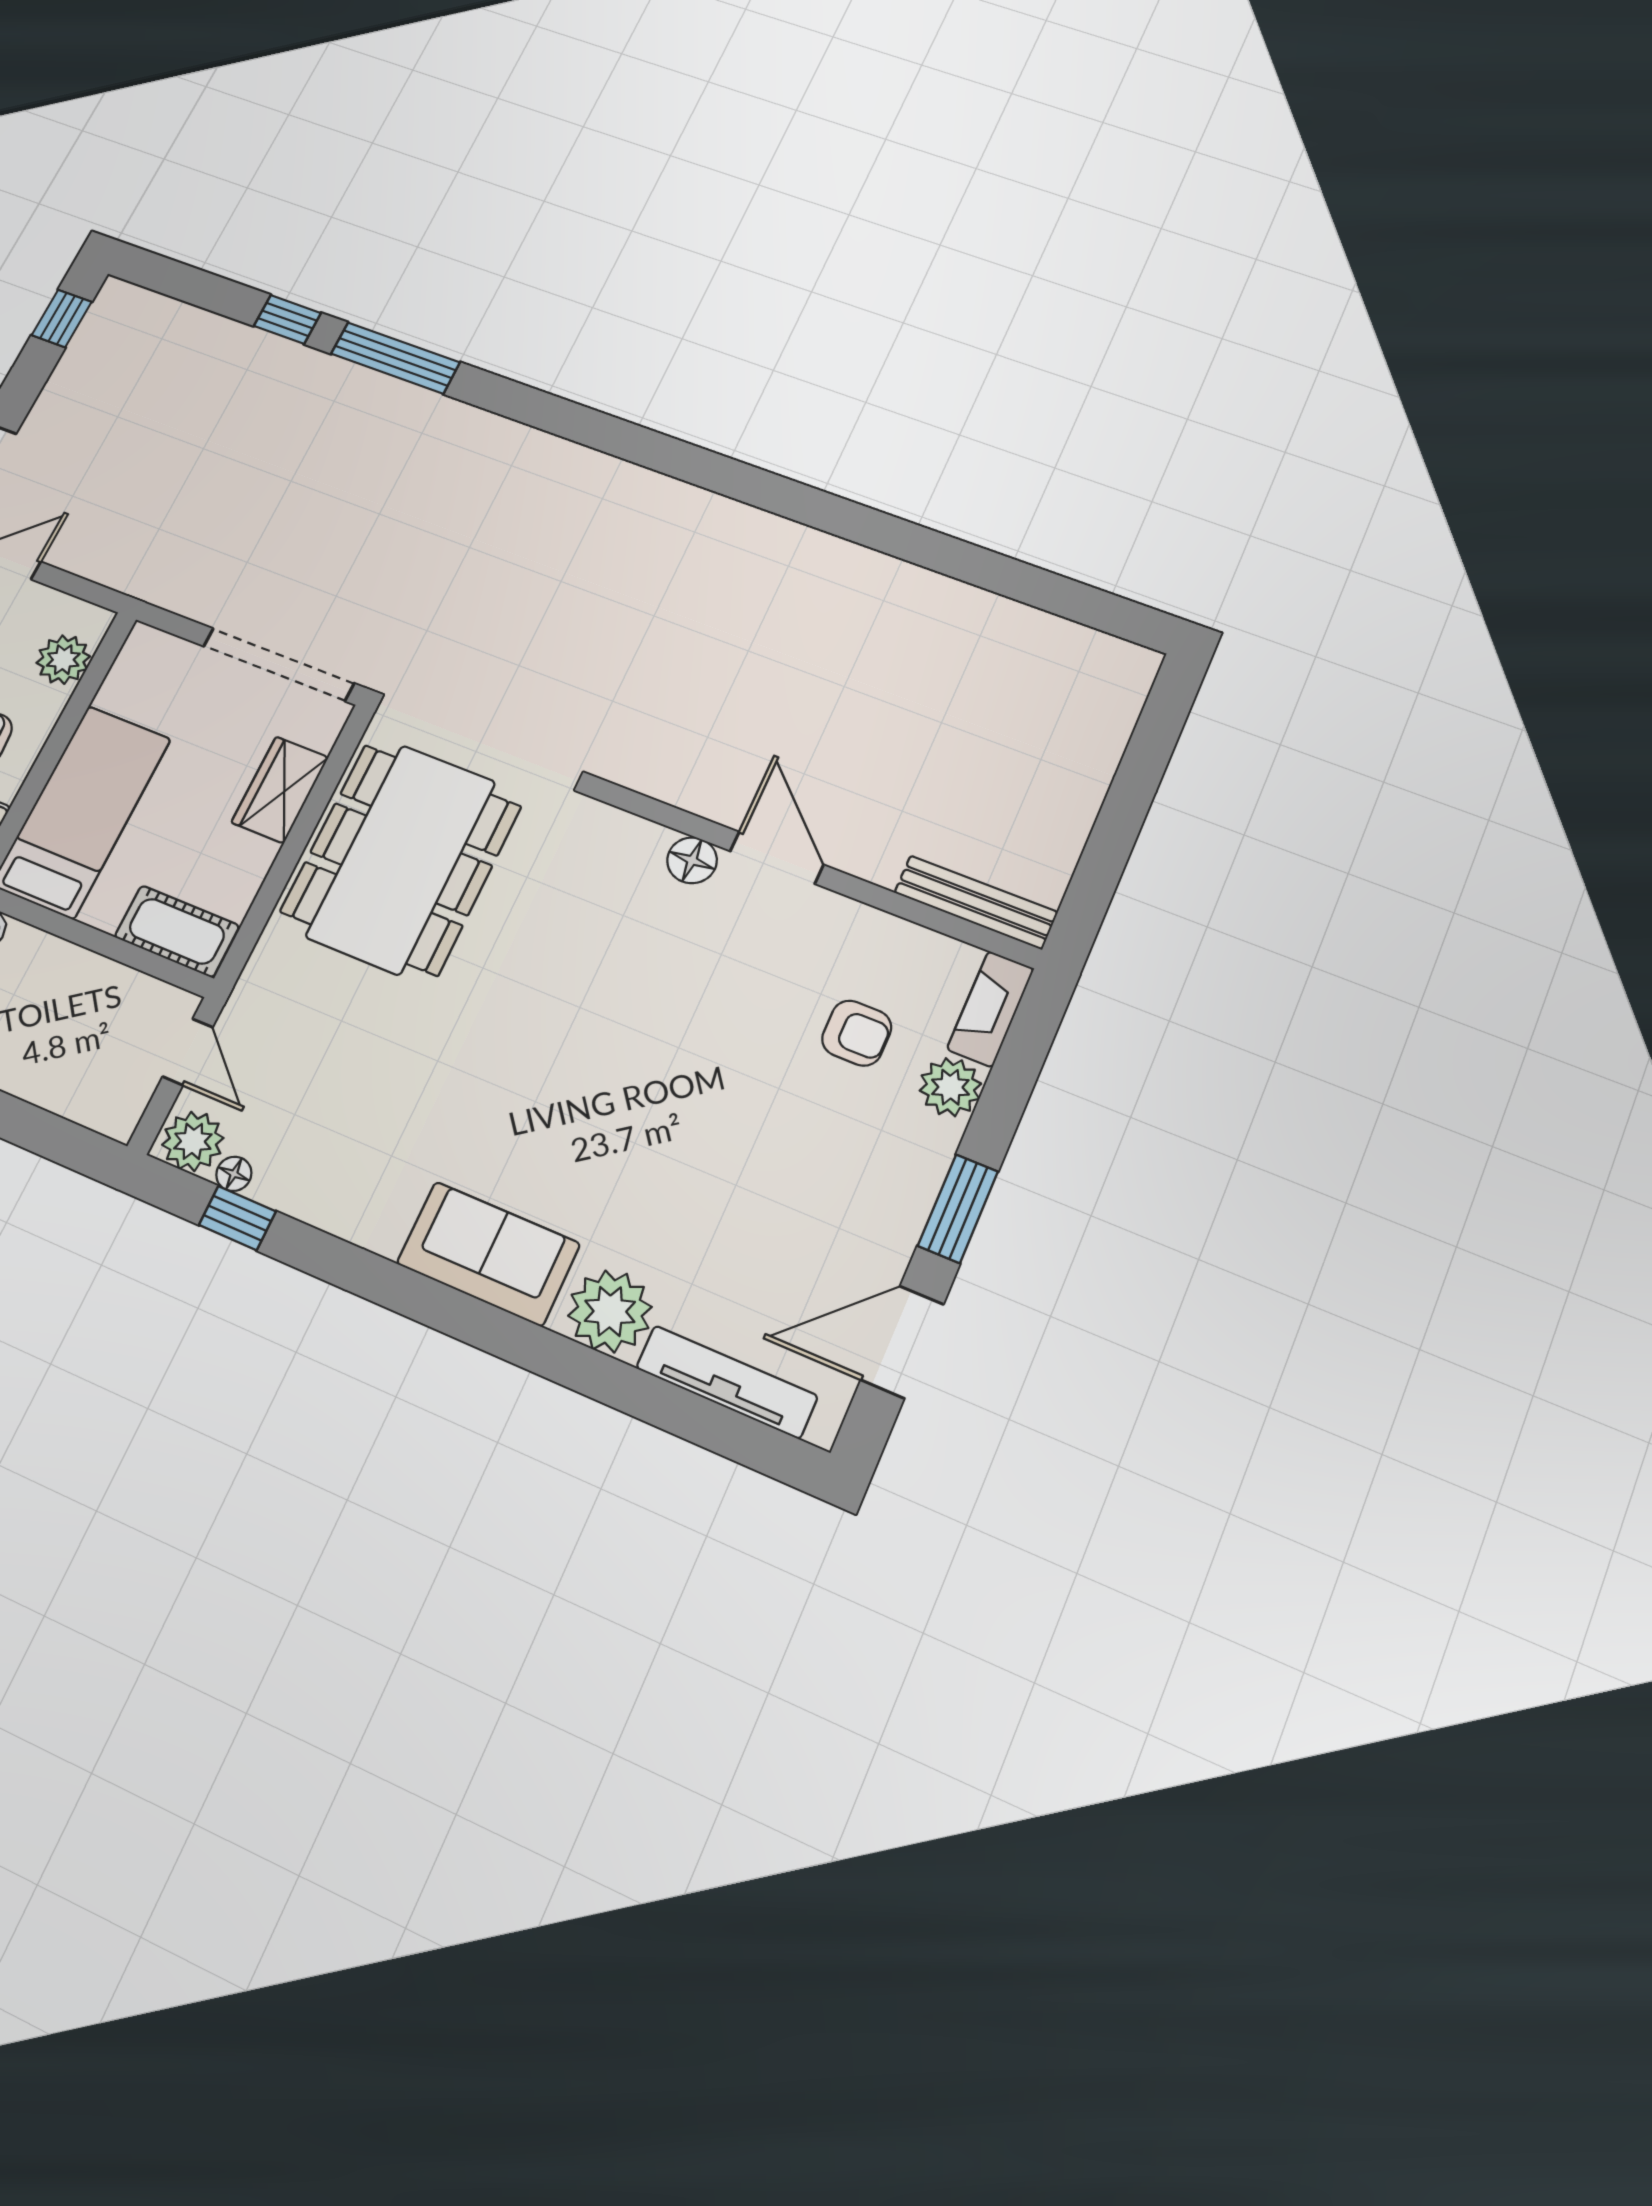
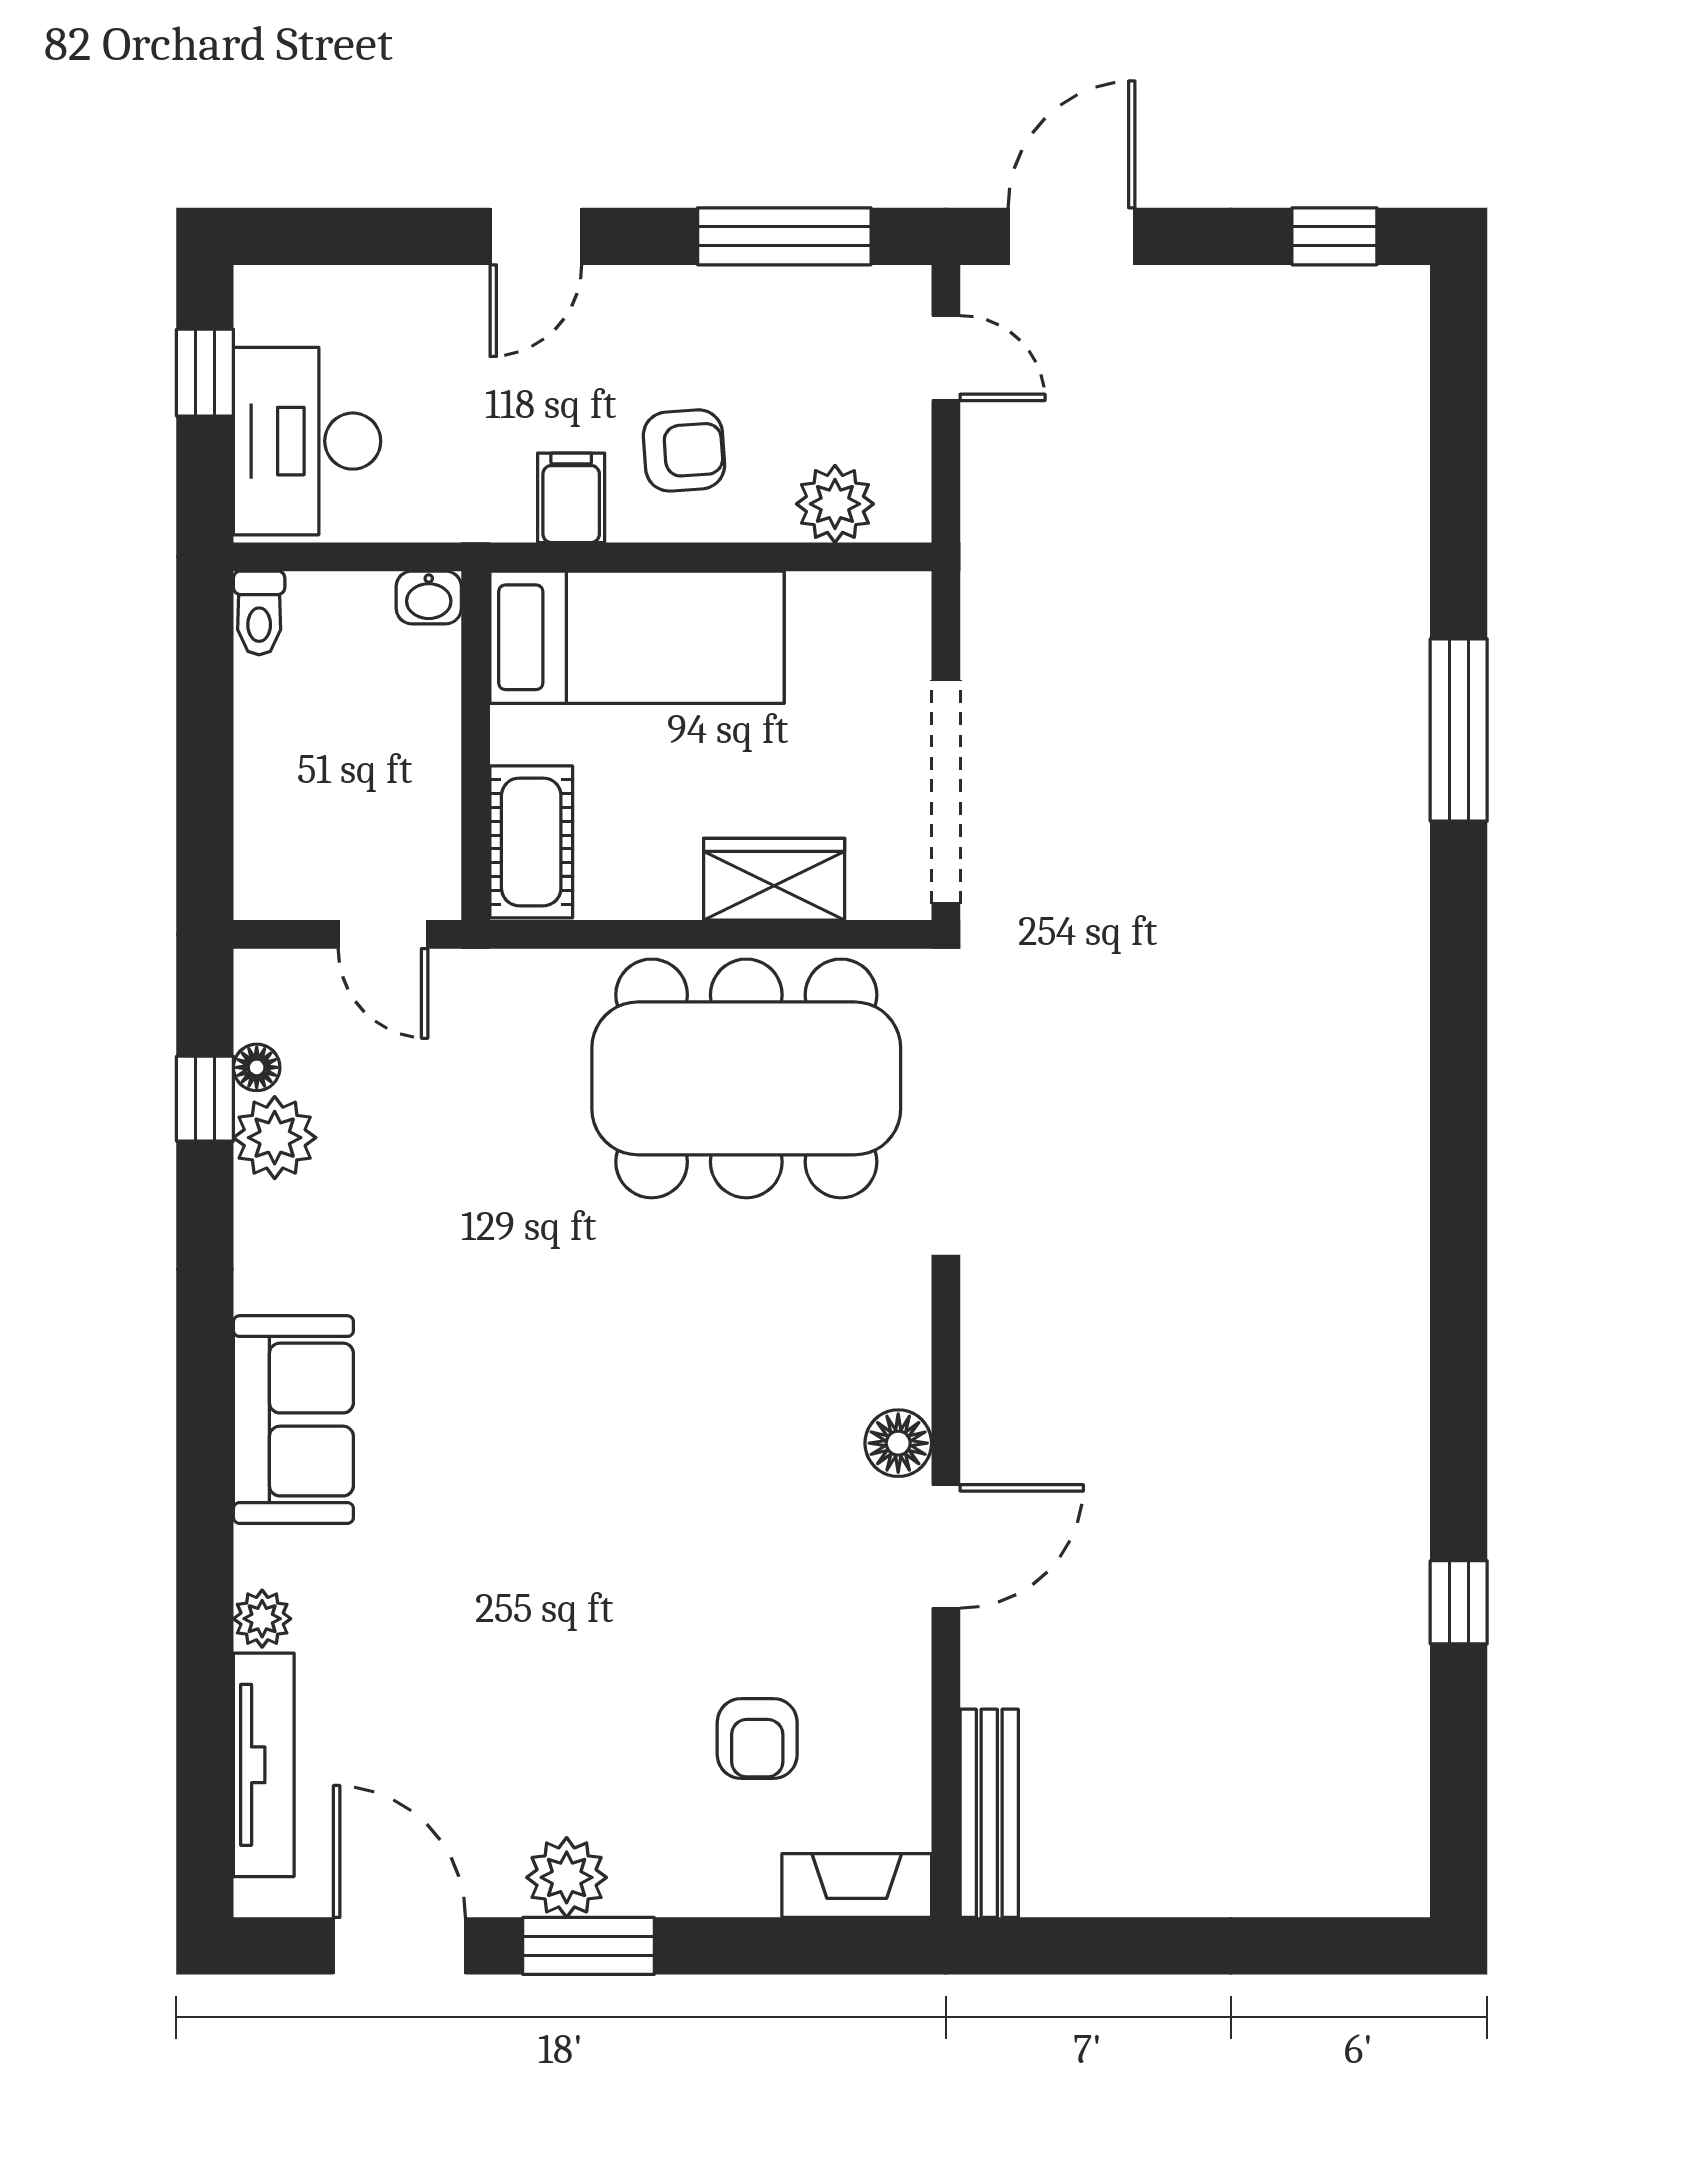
window: (287, 319) -> (1459, 1602), moved
door: (188, 1052) -> (383, 934), hinge flipped
plant: (950, 1087) -> (567, 1877), moved
plant: (193, 1141) -> (275, 1138), moved
plant: (610, 1311) -> (262, 1619), width x0.53, depth x0.53

